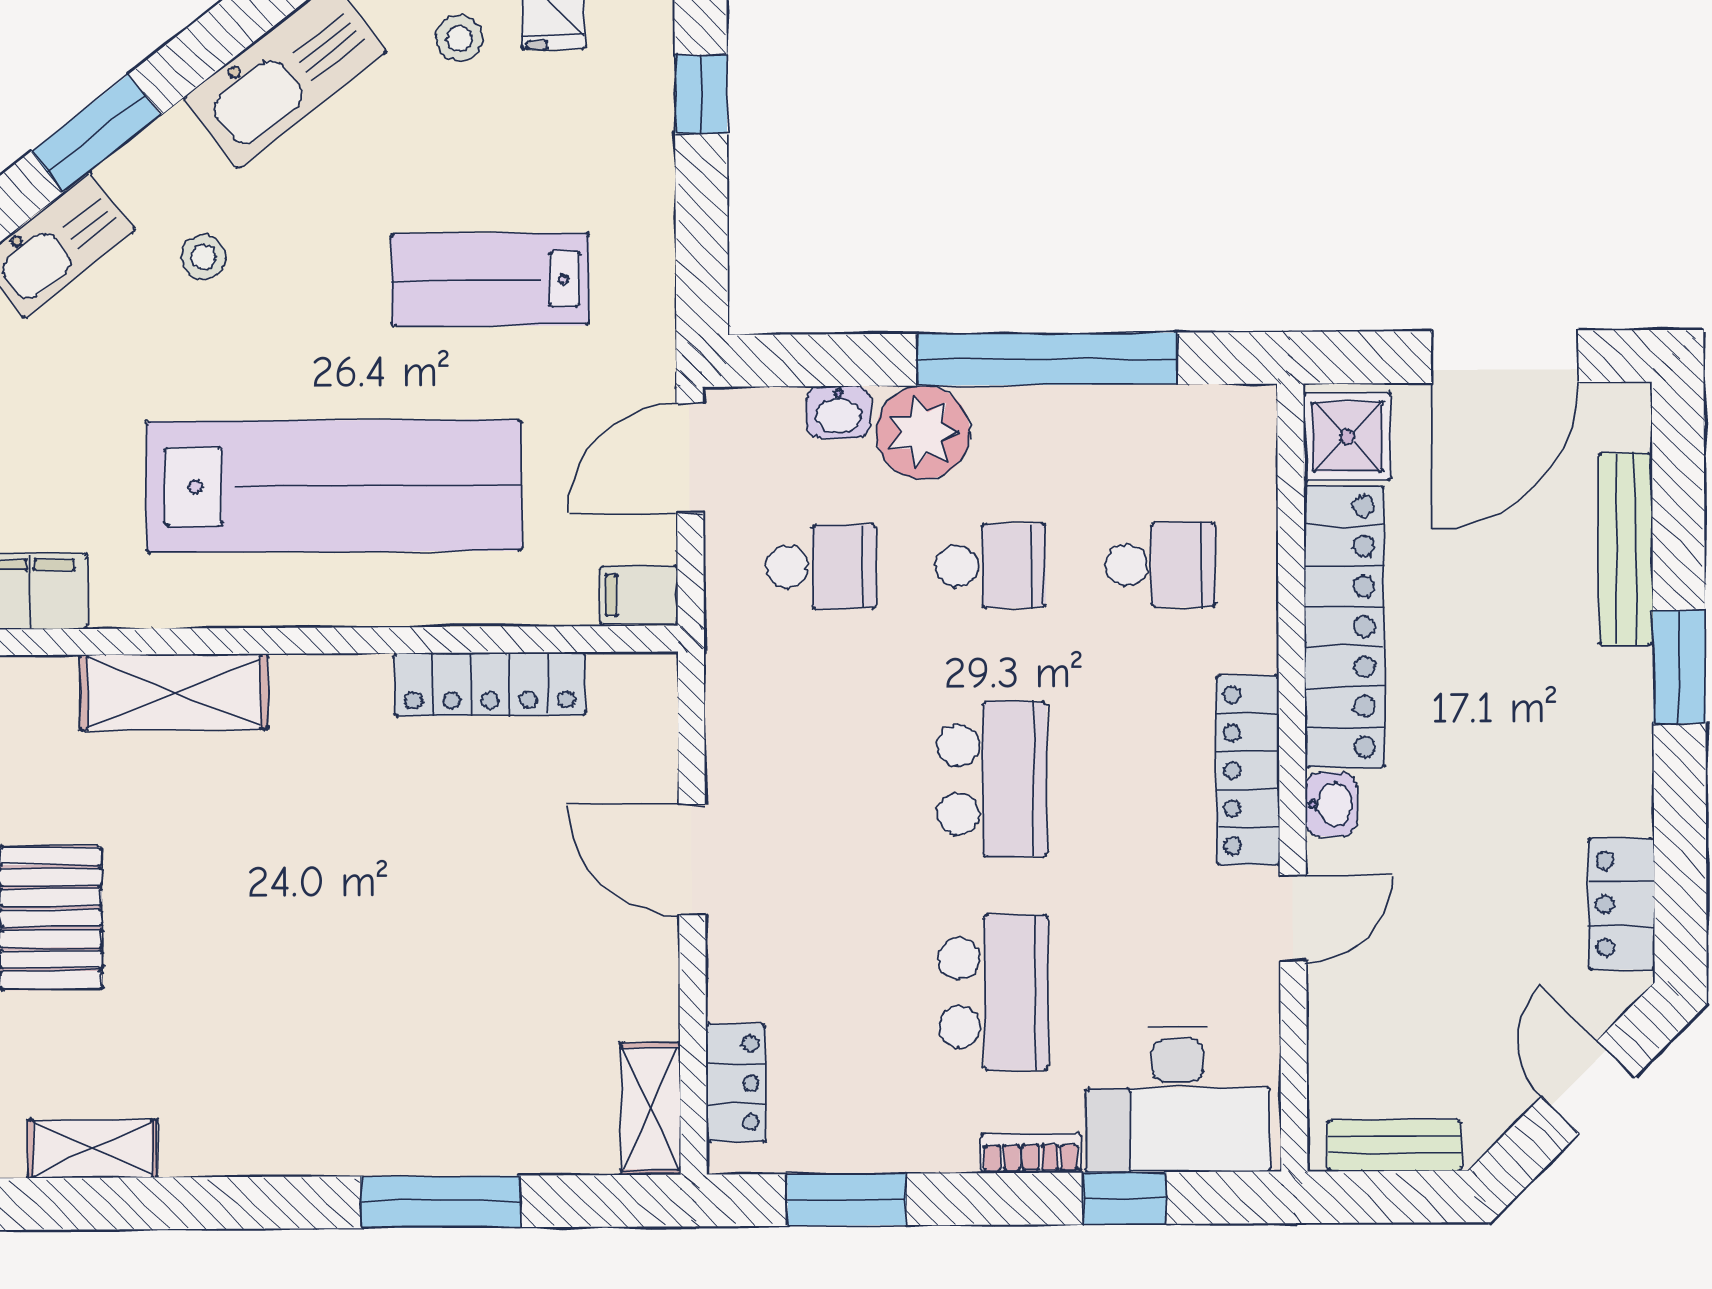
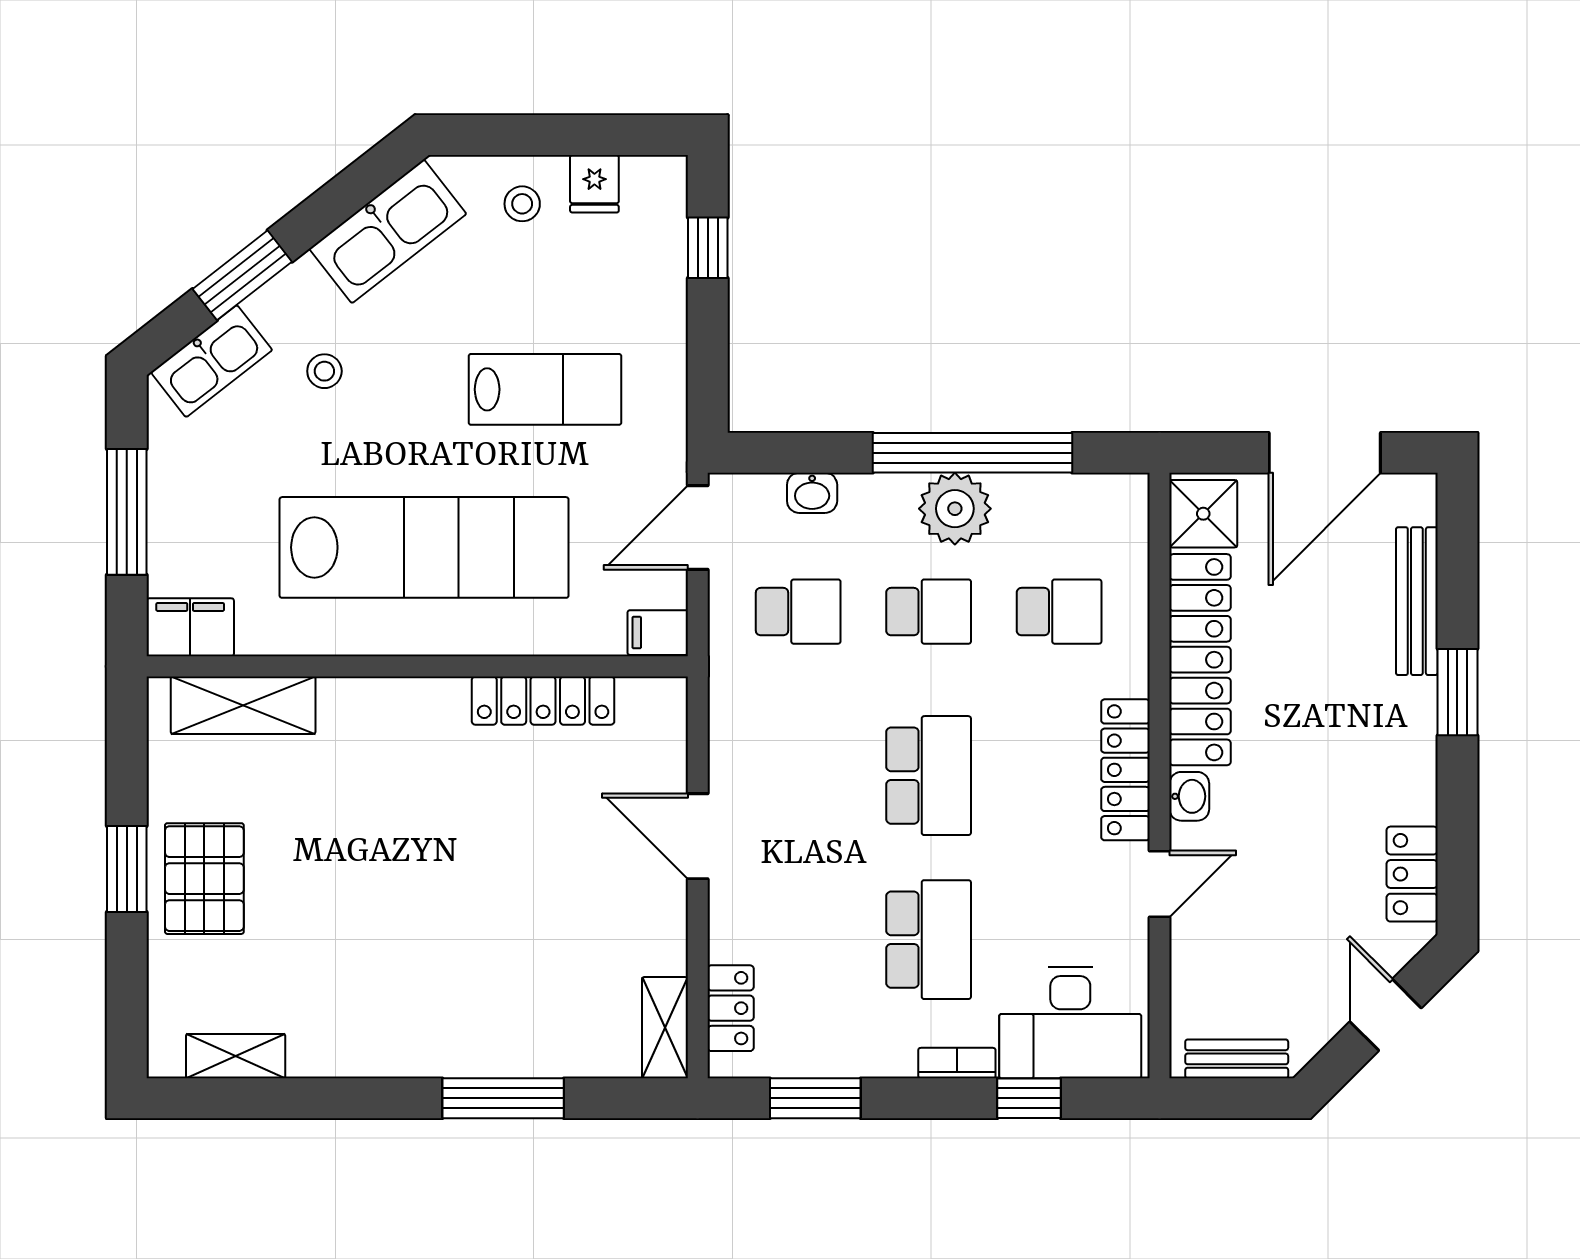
lab bench: (490, 279) -> (545, 389), turned 180
plant: (923, 432) -> (955, 509), moved
shelving: (174, 692) -> (243, 705), moved

